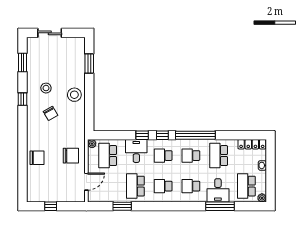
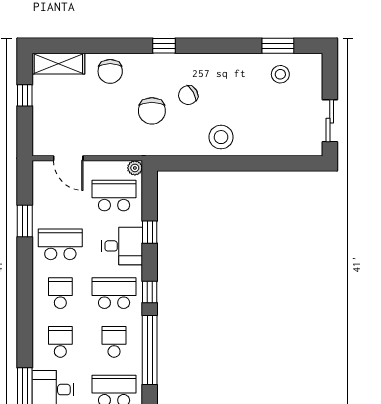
sliding door: (50, 33) -> (330, 121), moved
window: (89, 63) -> (276, 163), removed
stool: (46, 88) -> (280, 74), moved
window: (22, 99) -> (164, 46), moved
window: (142, 135) -> (150, 232), moved
chair: (71, 156) -> (152, 111), moved
school desk: (163, 156) -> (114, 293), width x1.85
shelving: (33, 187) -> (58, 64), added

